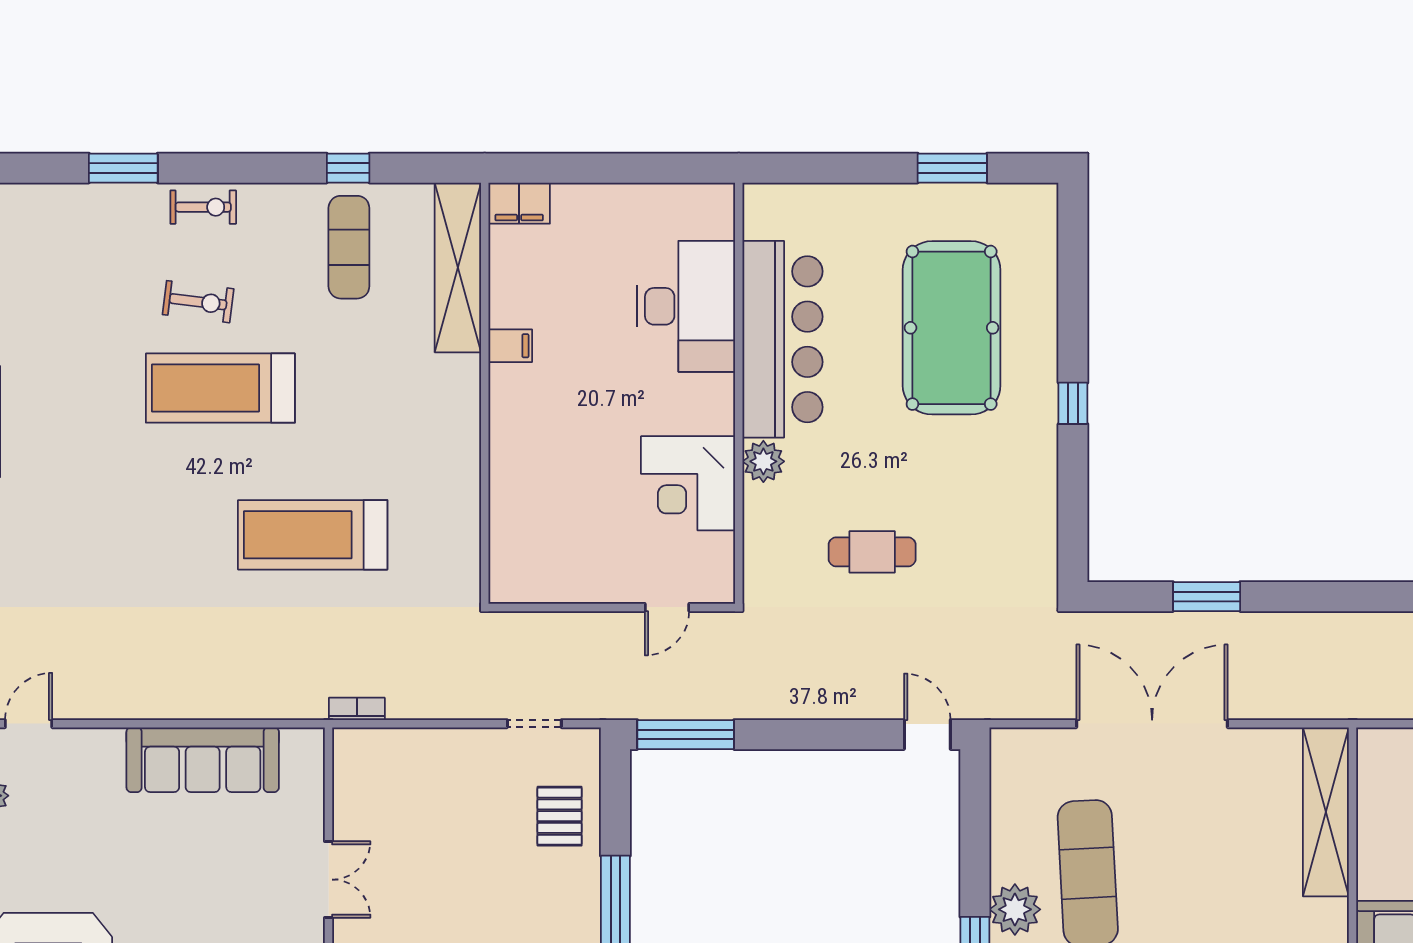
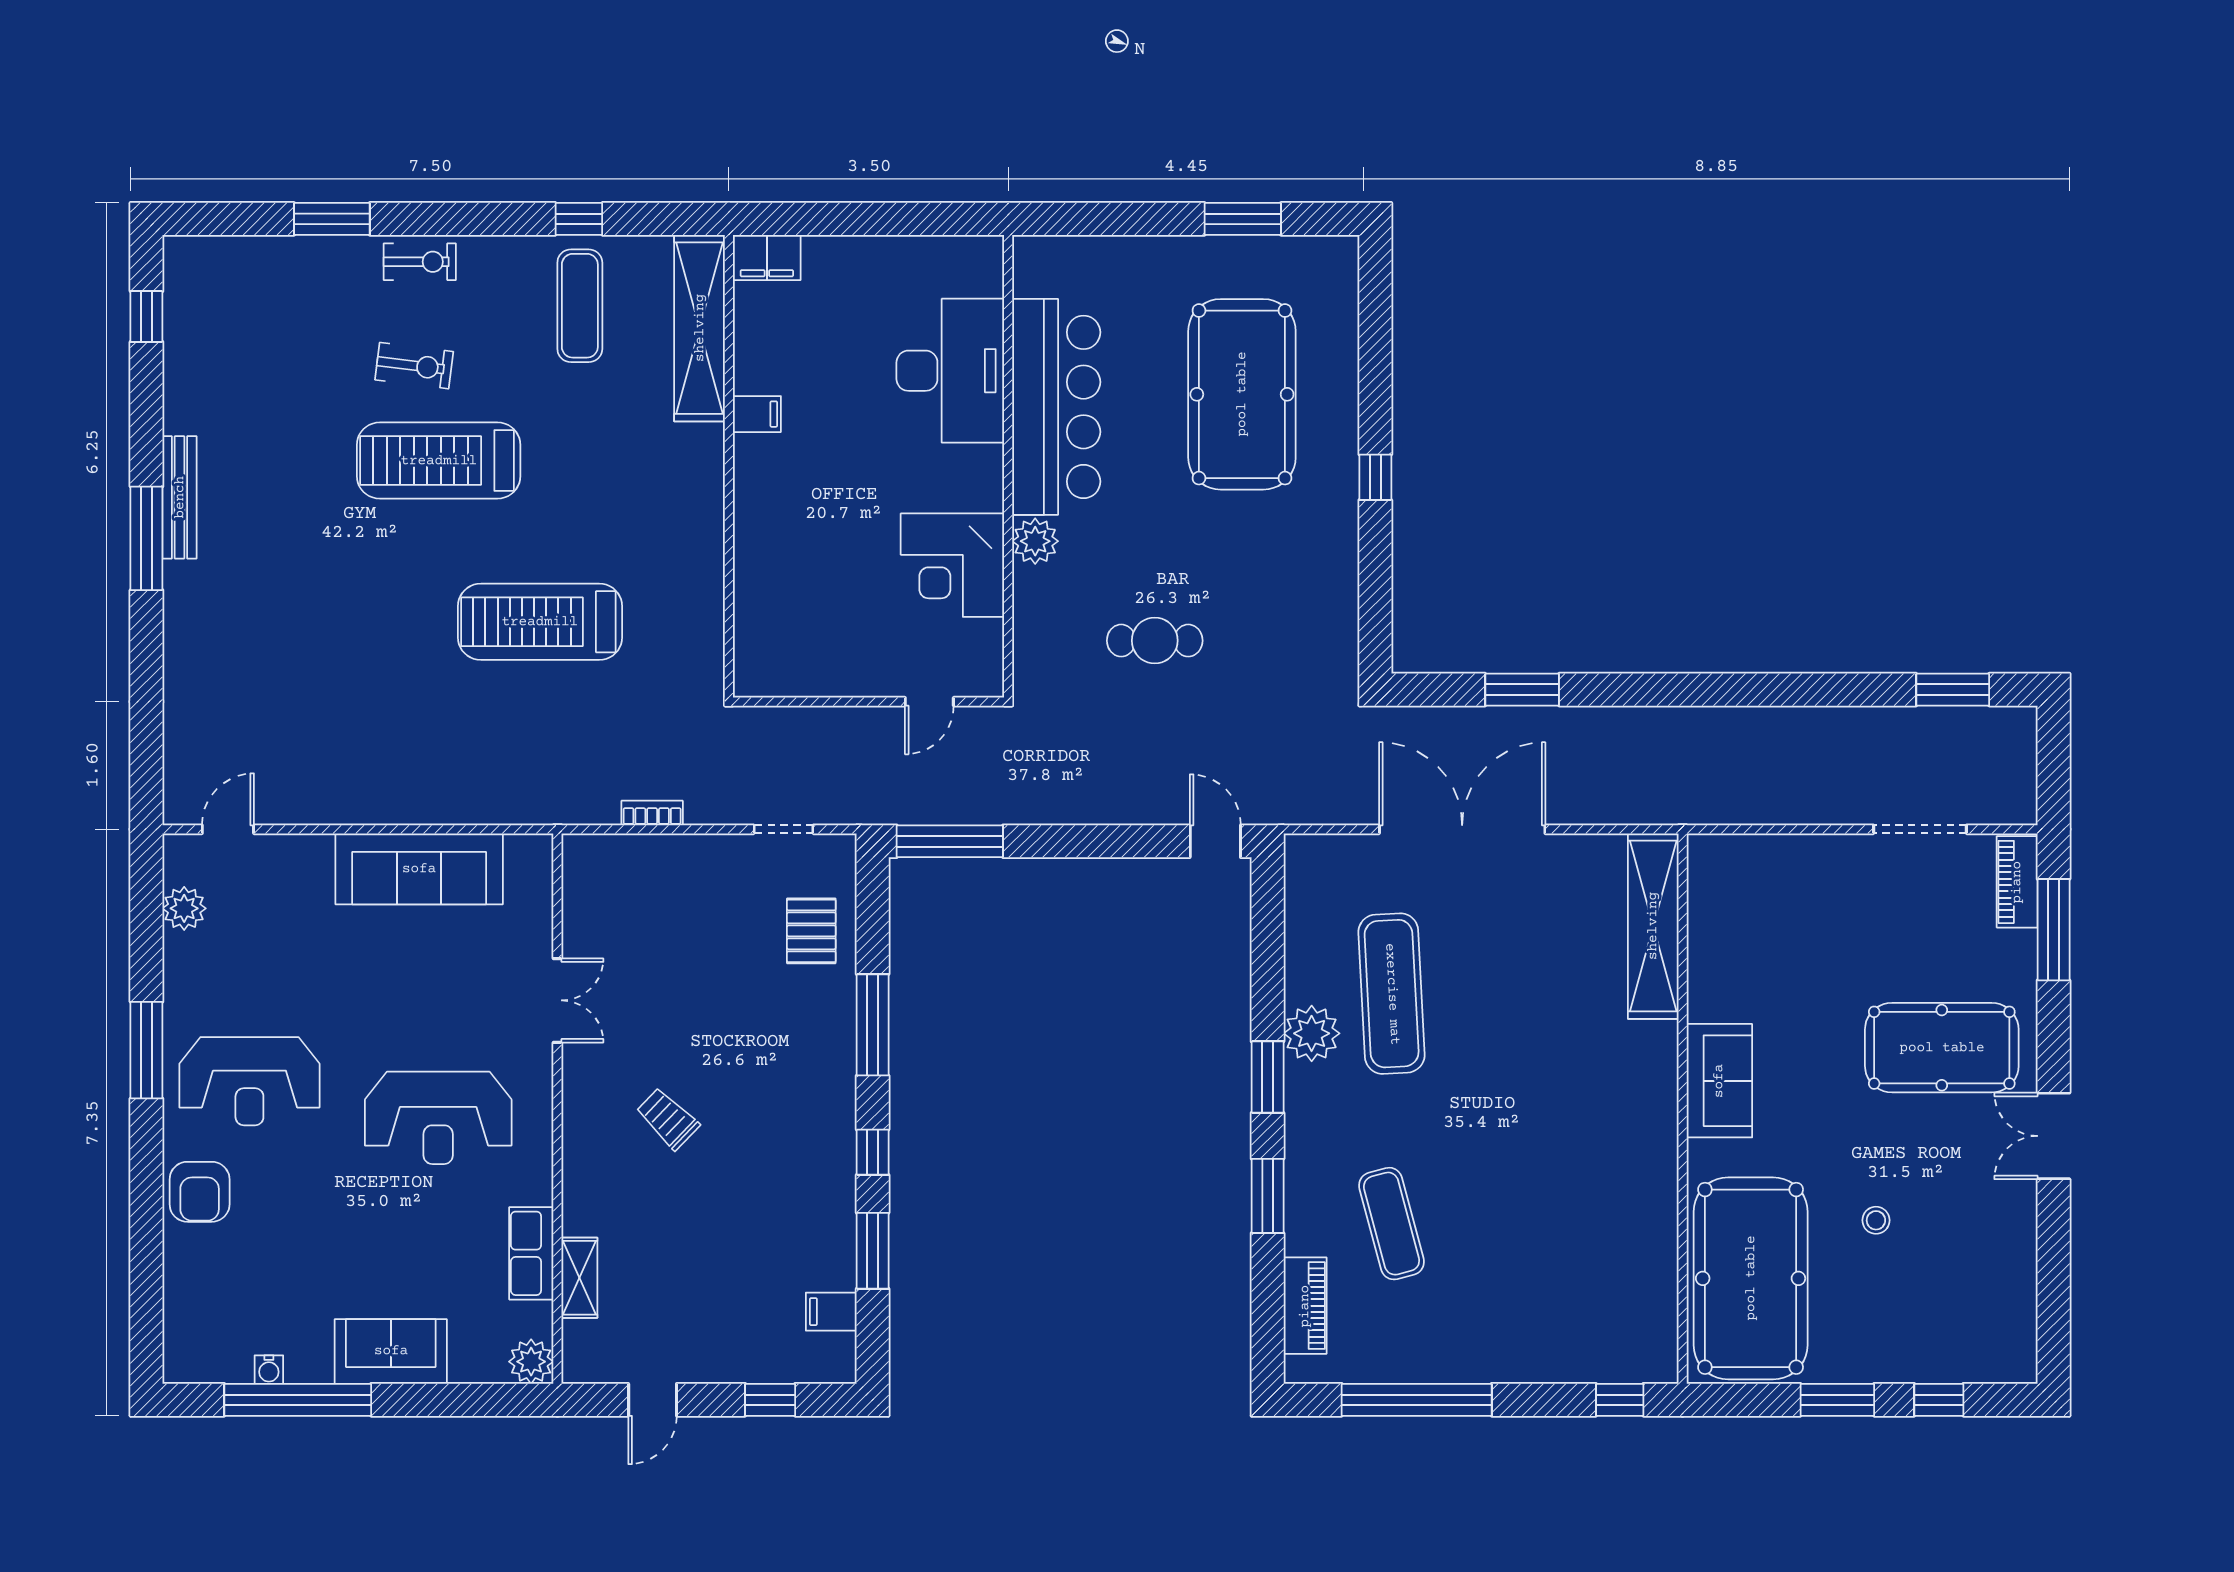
bookcase: (357, 709) -> (652, 813), moved

